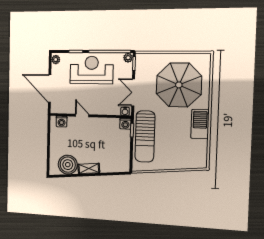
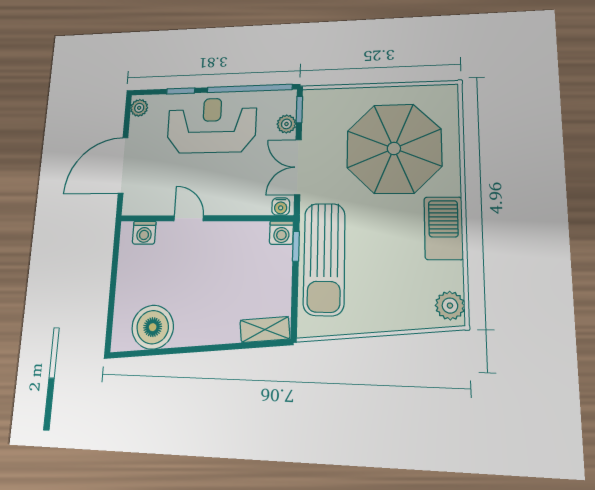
plant: (128, 58) -> (286, 124), moved
door: (50, 89) -> (123, 165), hinge flipped
plant: (201, 159) -> (450, 306), added
shelving: (89, 168) -> (265, 330), moved

